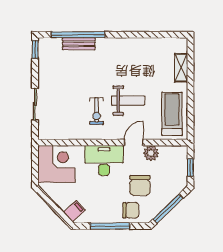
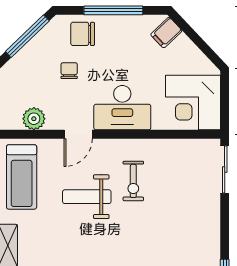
sliding door: (35, 104) -> (225, 169), moved
exercise bike: (97, 111) -> (133, 181), turned 180
plant: (151, 153) -> (34, 119), moved
chair: (140, 186) -> (69, 71), width x0.54, depth x0.54

